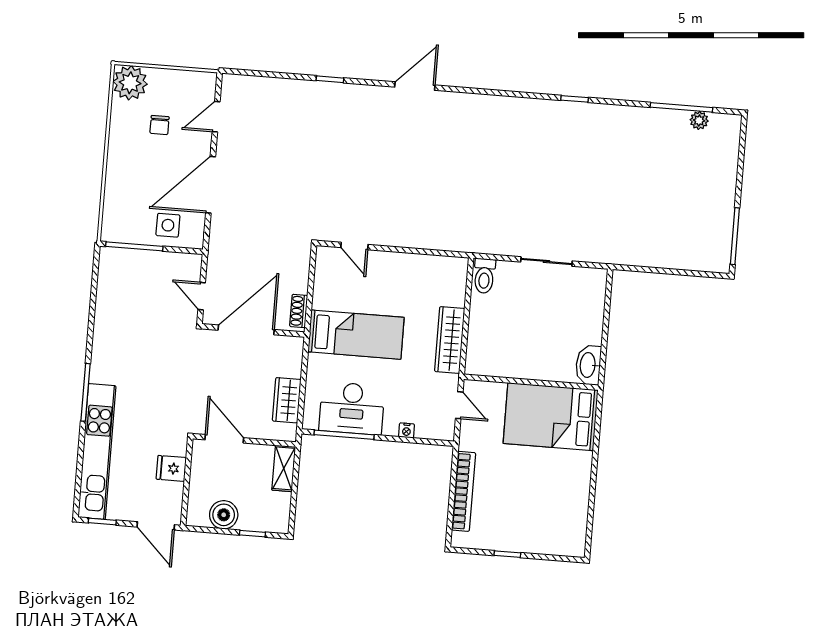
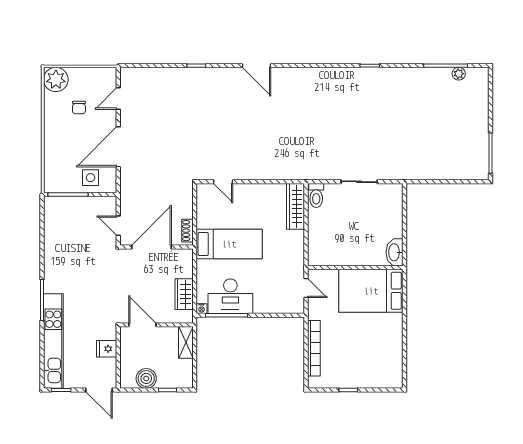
door: (415, 86) -> (257, 66), swing flipped
wardrobe: (450, 340) -> (295, 206), moved
nightstand: (406, 430) -> (202, 309), moved

